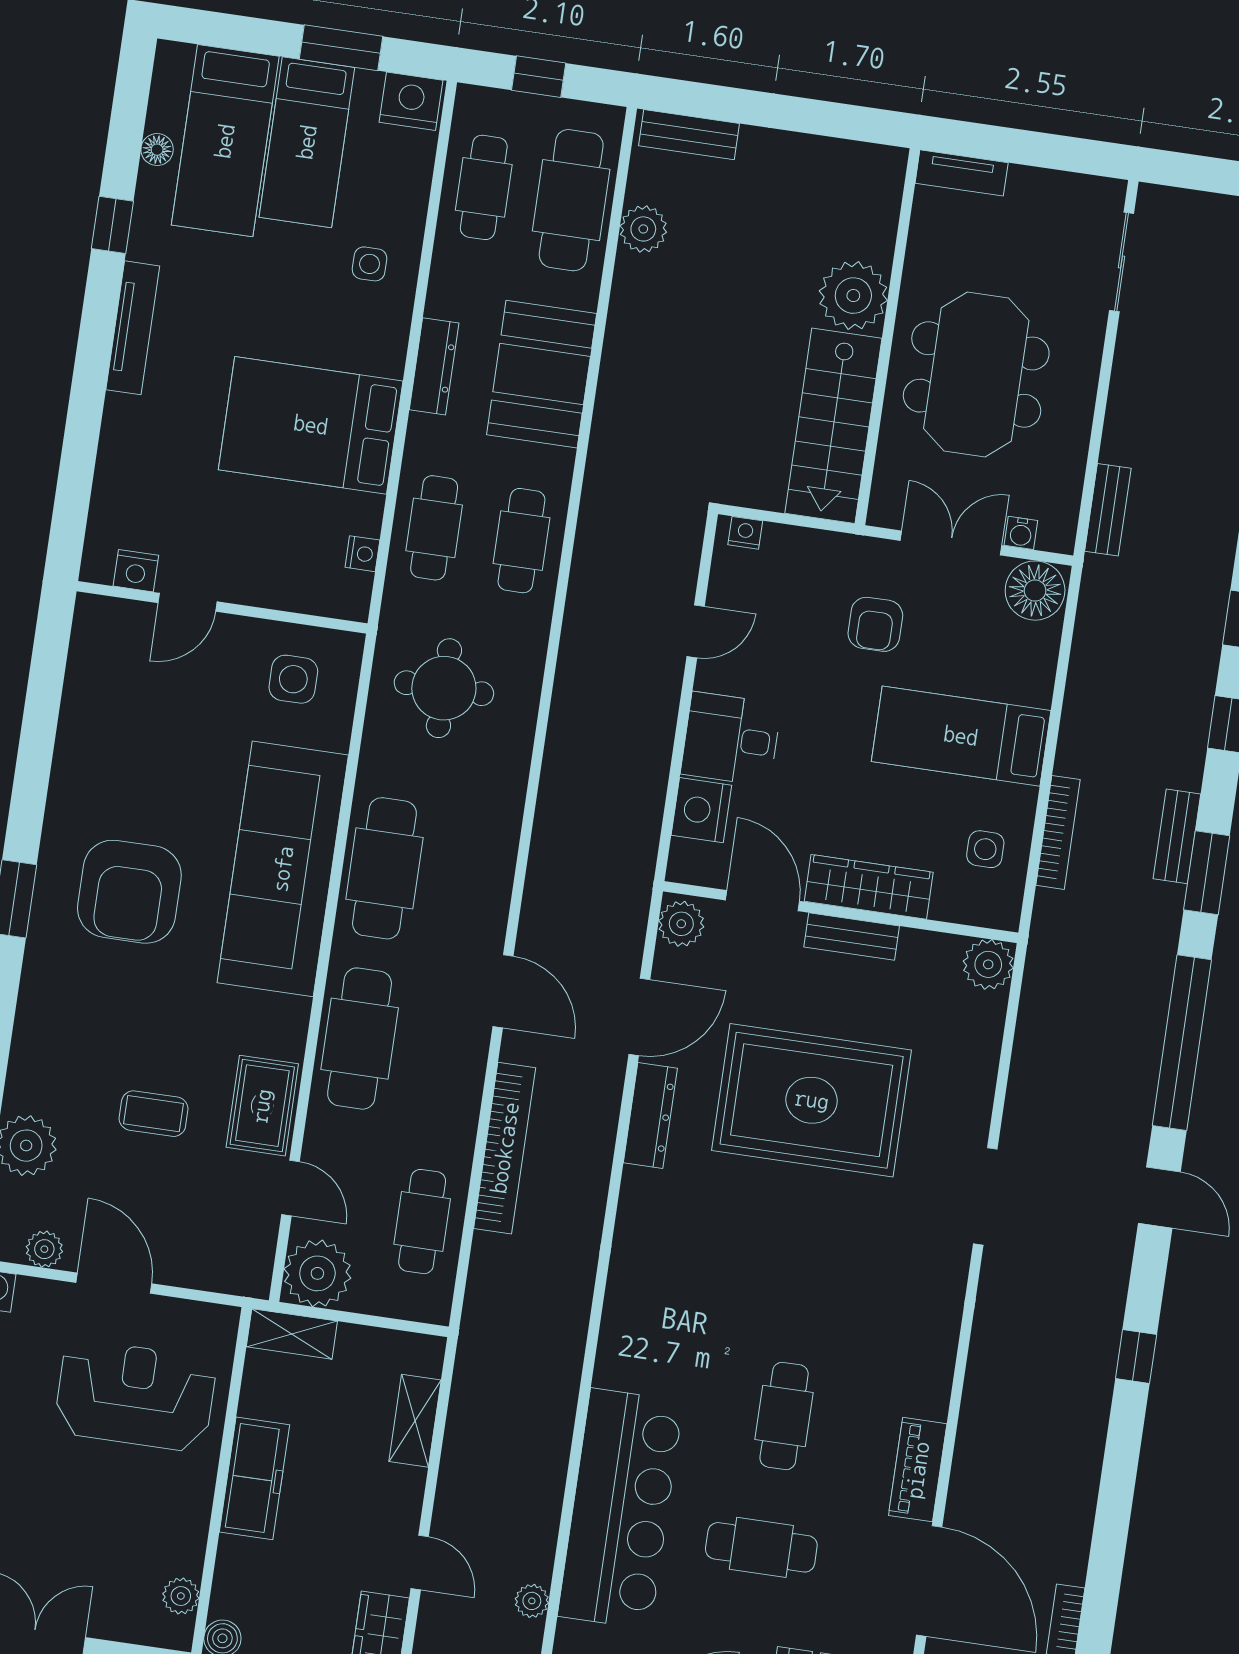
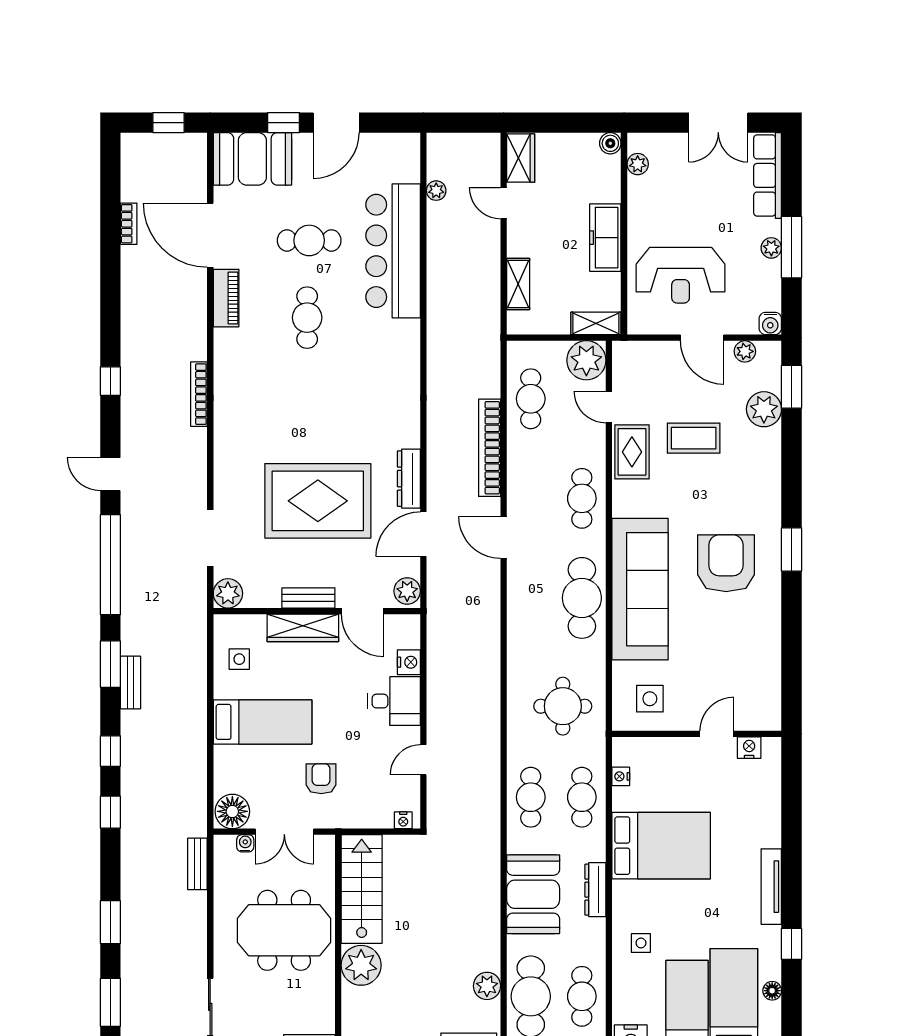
meeting table: (976, 375) -> (284, 930), turned 90
nightstand: (701, 810) -> (409, 662), width x0.74, depth x0.75
bookcase: (1058, 832) -> (199, 394), moved
cafe table: (360, 1039) -> (582, 498), width x0.73, depth x0.74
coffee table: (154, 1114) -> (694, 438), width x1.36, depth x1.30
doorway: (985, 1196) -> (210, 538), moved

